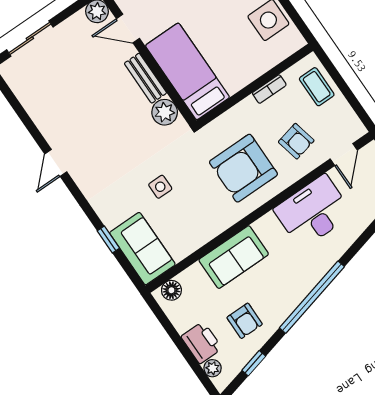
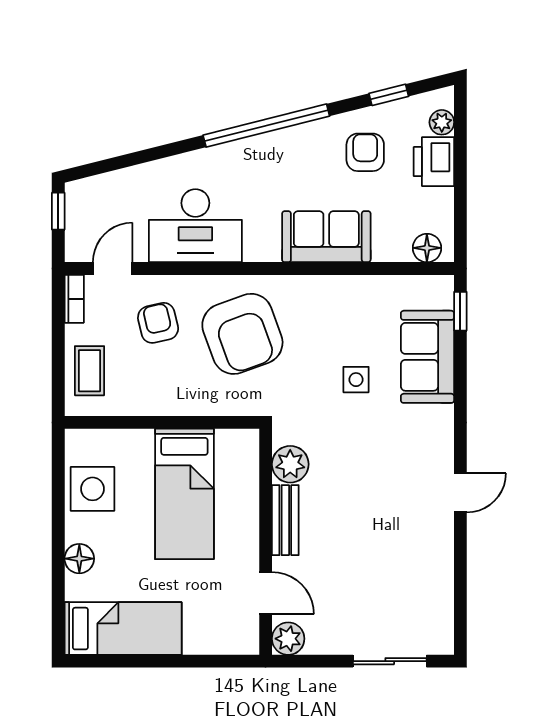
bed: (187, 71) -> (184, 494), moved
bookcase: (269, 89) -> (74, 299), moved, turned 90
armchair: (243, 168) -> (242, 334), turned 70
window: (108, 239) -> (460, 311), moved
sofa: (142, 249) -> (427, 357), moved

